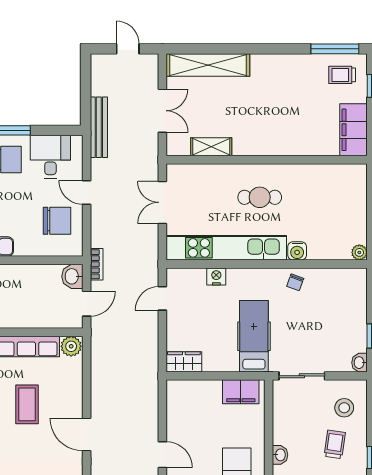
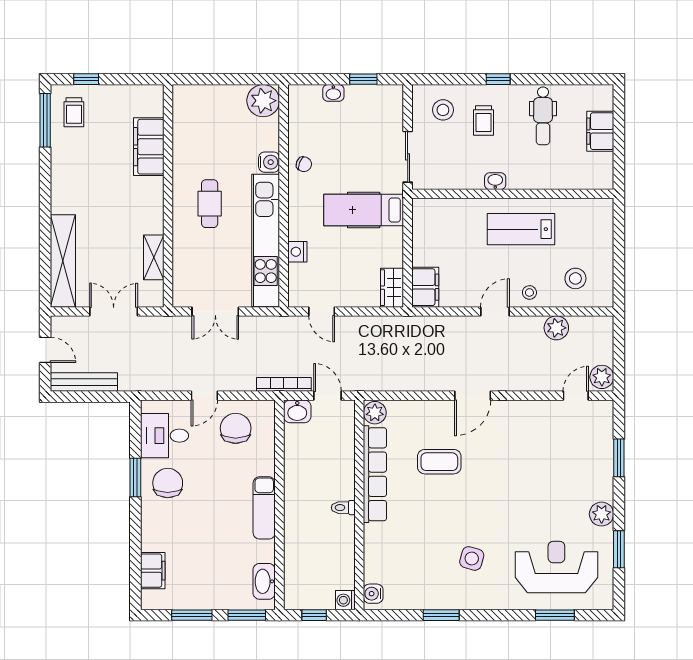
door: (128, 49) -> (45, 350), swing flipped
bench: (99, 127) -> (84, 382), moved
filing cabinet: (354, 130) -> (149, 147), moved, turned 90
plant: (359, 252) -> (263, 101), width x1.88, depth x1.88
bookcase: (97, 264) -> (284, 384), width x1.56
washbasin: (359, 363) -> (333, 93), moved
filing cabinet: (241, 392) -> (425, 287), moved
trolley: (335, 444) -> (483, 120), turned -98

